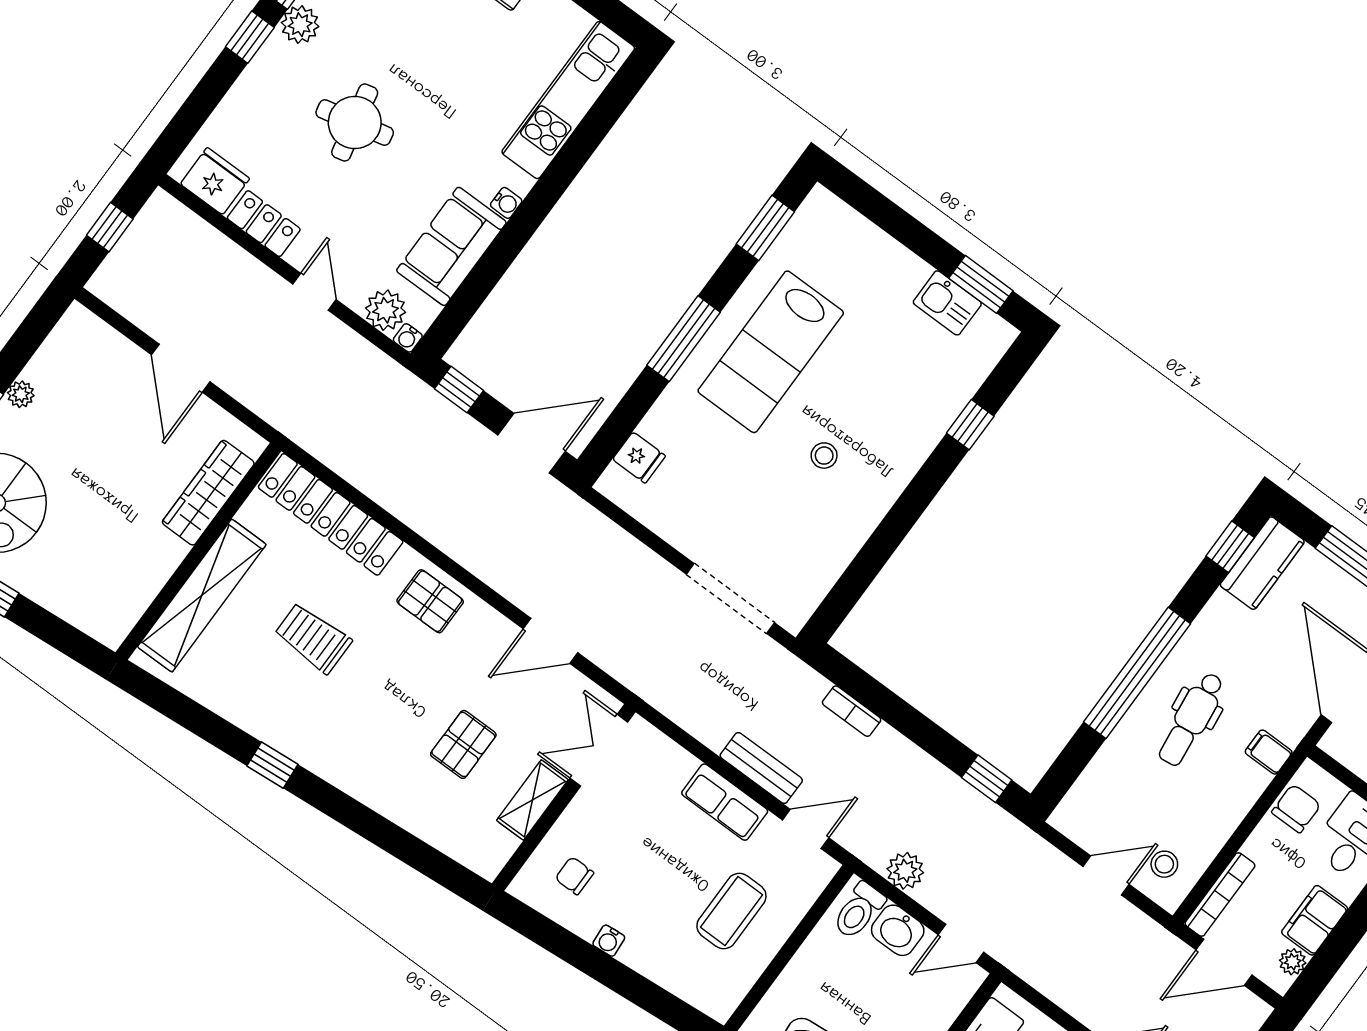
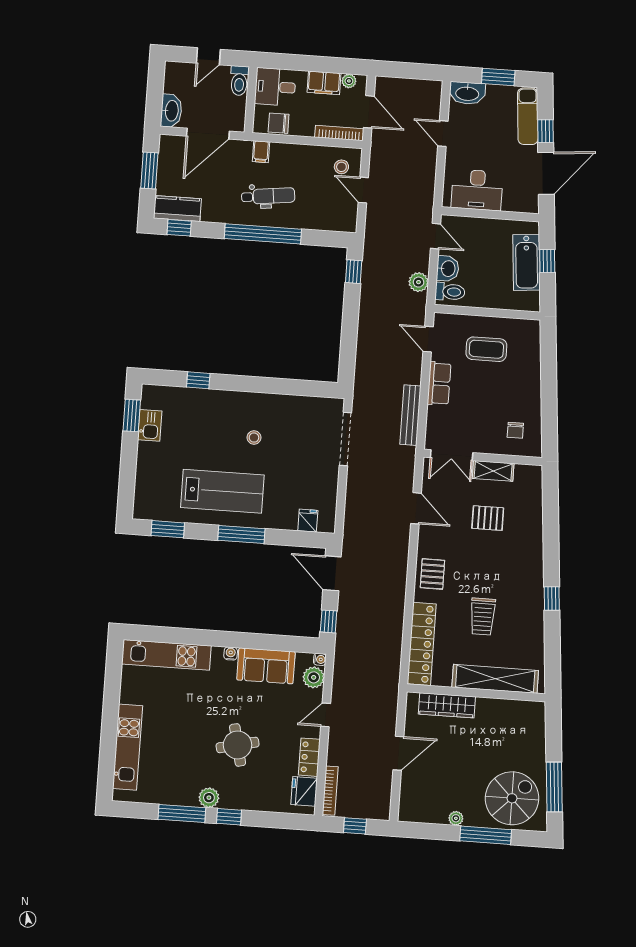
bookcase: (852, 711) -> (330, 791), moved, width x1.56
bench: (761, 768) -> (410, 415), moved, width x1.36
water cooler: (609, 941) -> (535, 396), removed

